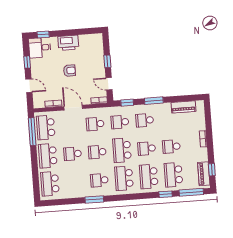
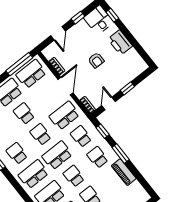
piano: (183, 107) -> (124, 172), moved
school desk: (95, 124) -> (64, 116), width x1.85

